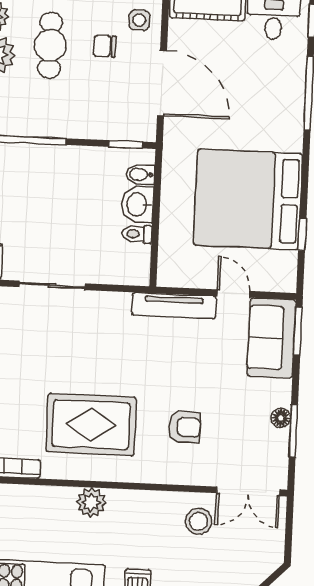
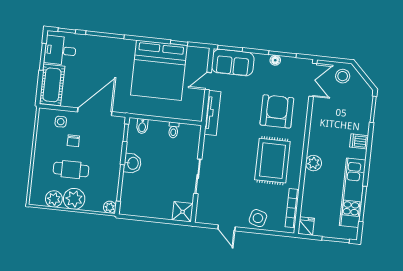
washbasin: (138, 204) -> (132, 163), moved, turned -90
armchair: (184, 427) -> (277, 111), width x1.88, depth x1.88
stool: (199, 521) -> (343, 76), moved

